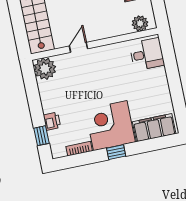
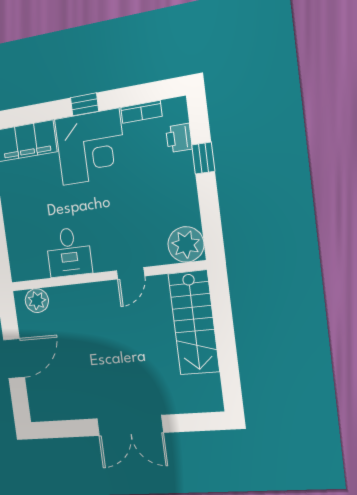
desk: (147, 54) -> (69, 252), moved, turned -90
printer: (52, 121) -> (179, 138), moved
window: (41, 136) -> (203, 158), moved

